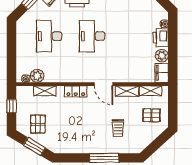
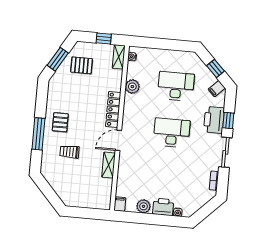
filing cabinet: (162, 73) -> (120, 204), width x0.50
plant: (37, 76) -> (132, 87), moved
shelving: (45, 91) -> (119, 57), moved
locker: (76, 91) -> (113, 109), width x1.53
shelving: (151, 91) -> (107, 191), removed
pallet: (152, 115) -> (60, 122), moved

